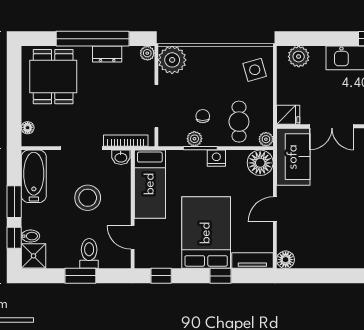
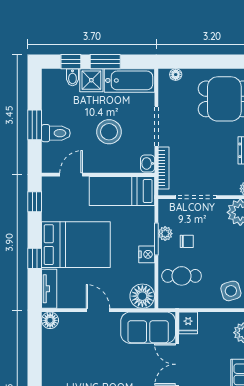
plant: (266, 139) -> (165, 302), removed
shower: (34, 256) -> (91, 80), moved

